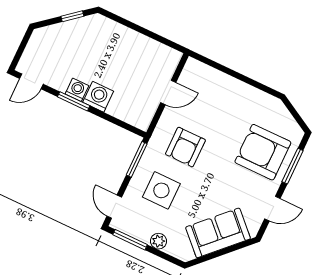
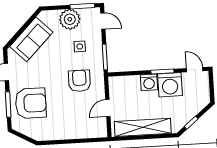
shelving: (137, 44) -> (143, 127), added
door: (31, 81) -> (195, 70), hinge flipped
washing machine: (77, 90) -> (170, 85), width x1.89, depth x1.89
side table: (161, 190) -> (80, 46), width x0.54, depth x0.54
plant: (158, 241) -> (70, 19), width x1.88, depth x1.88

